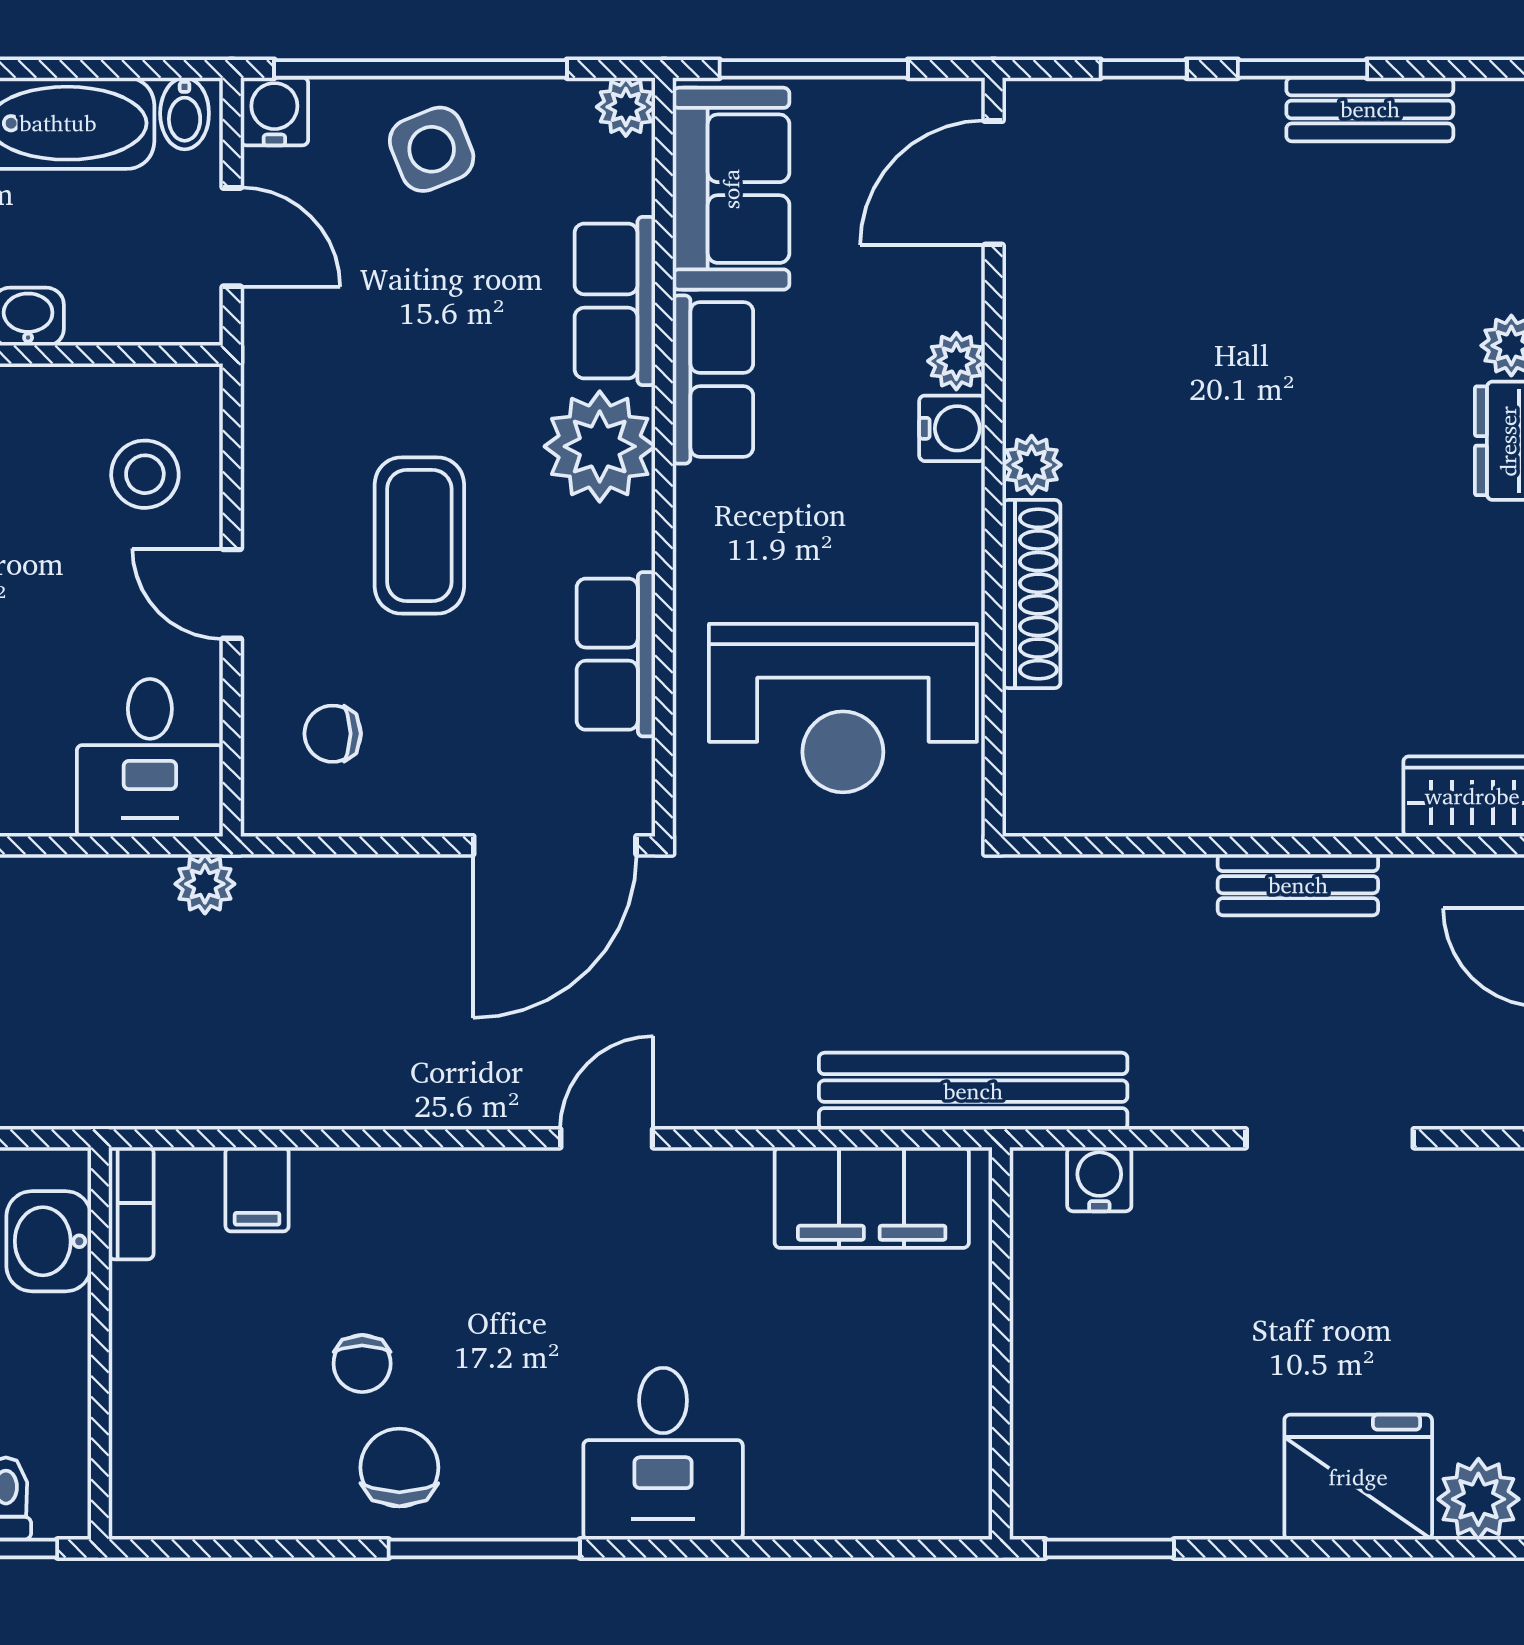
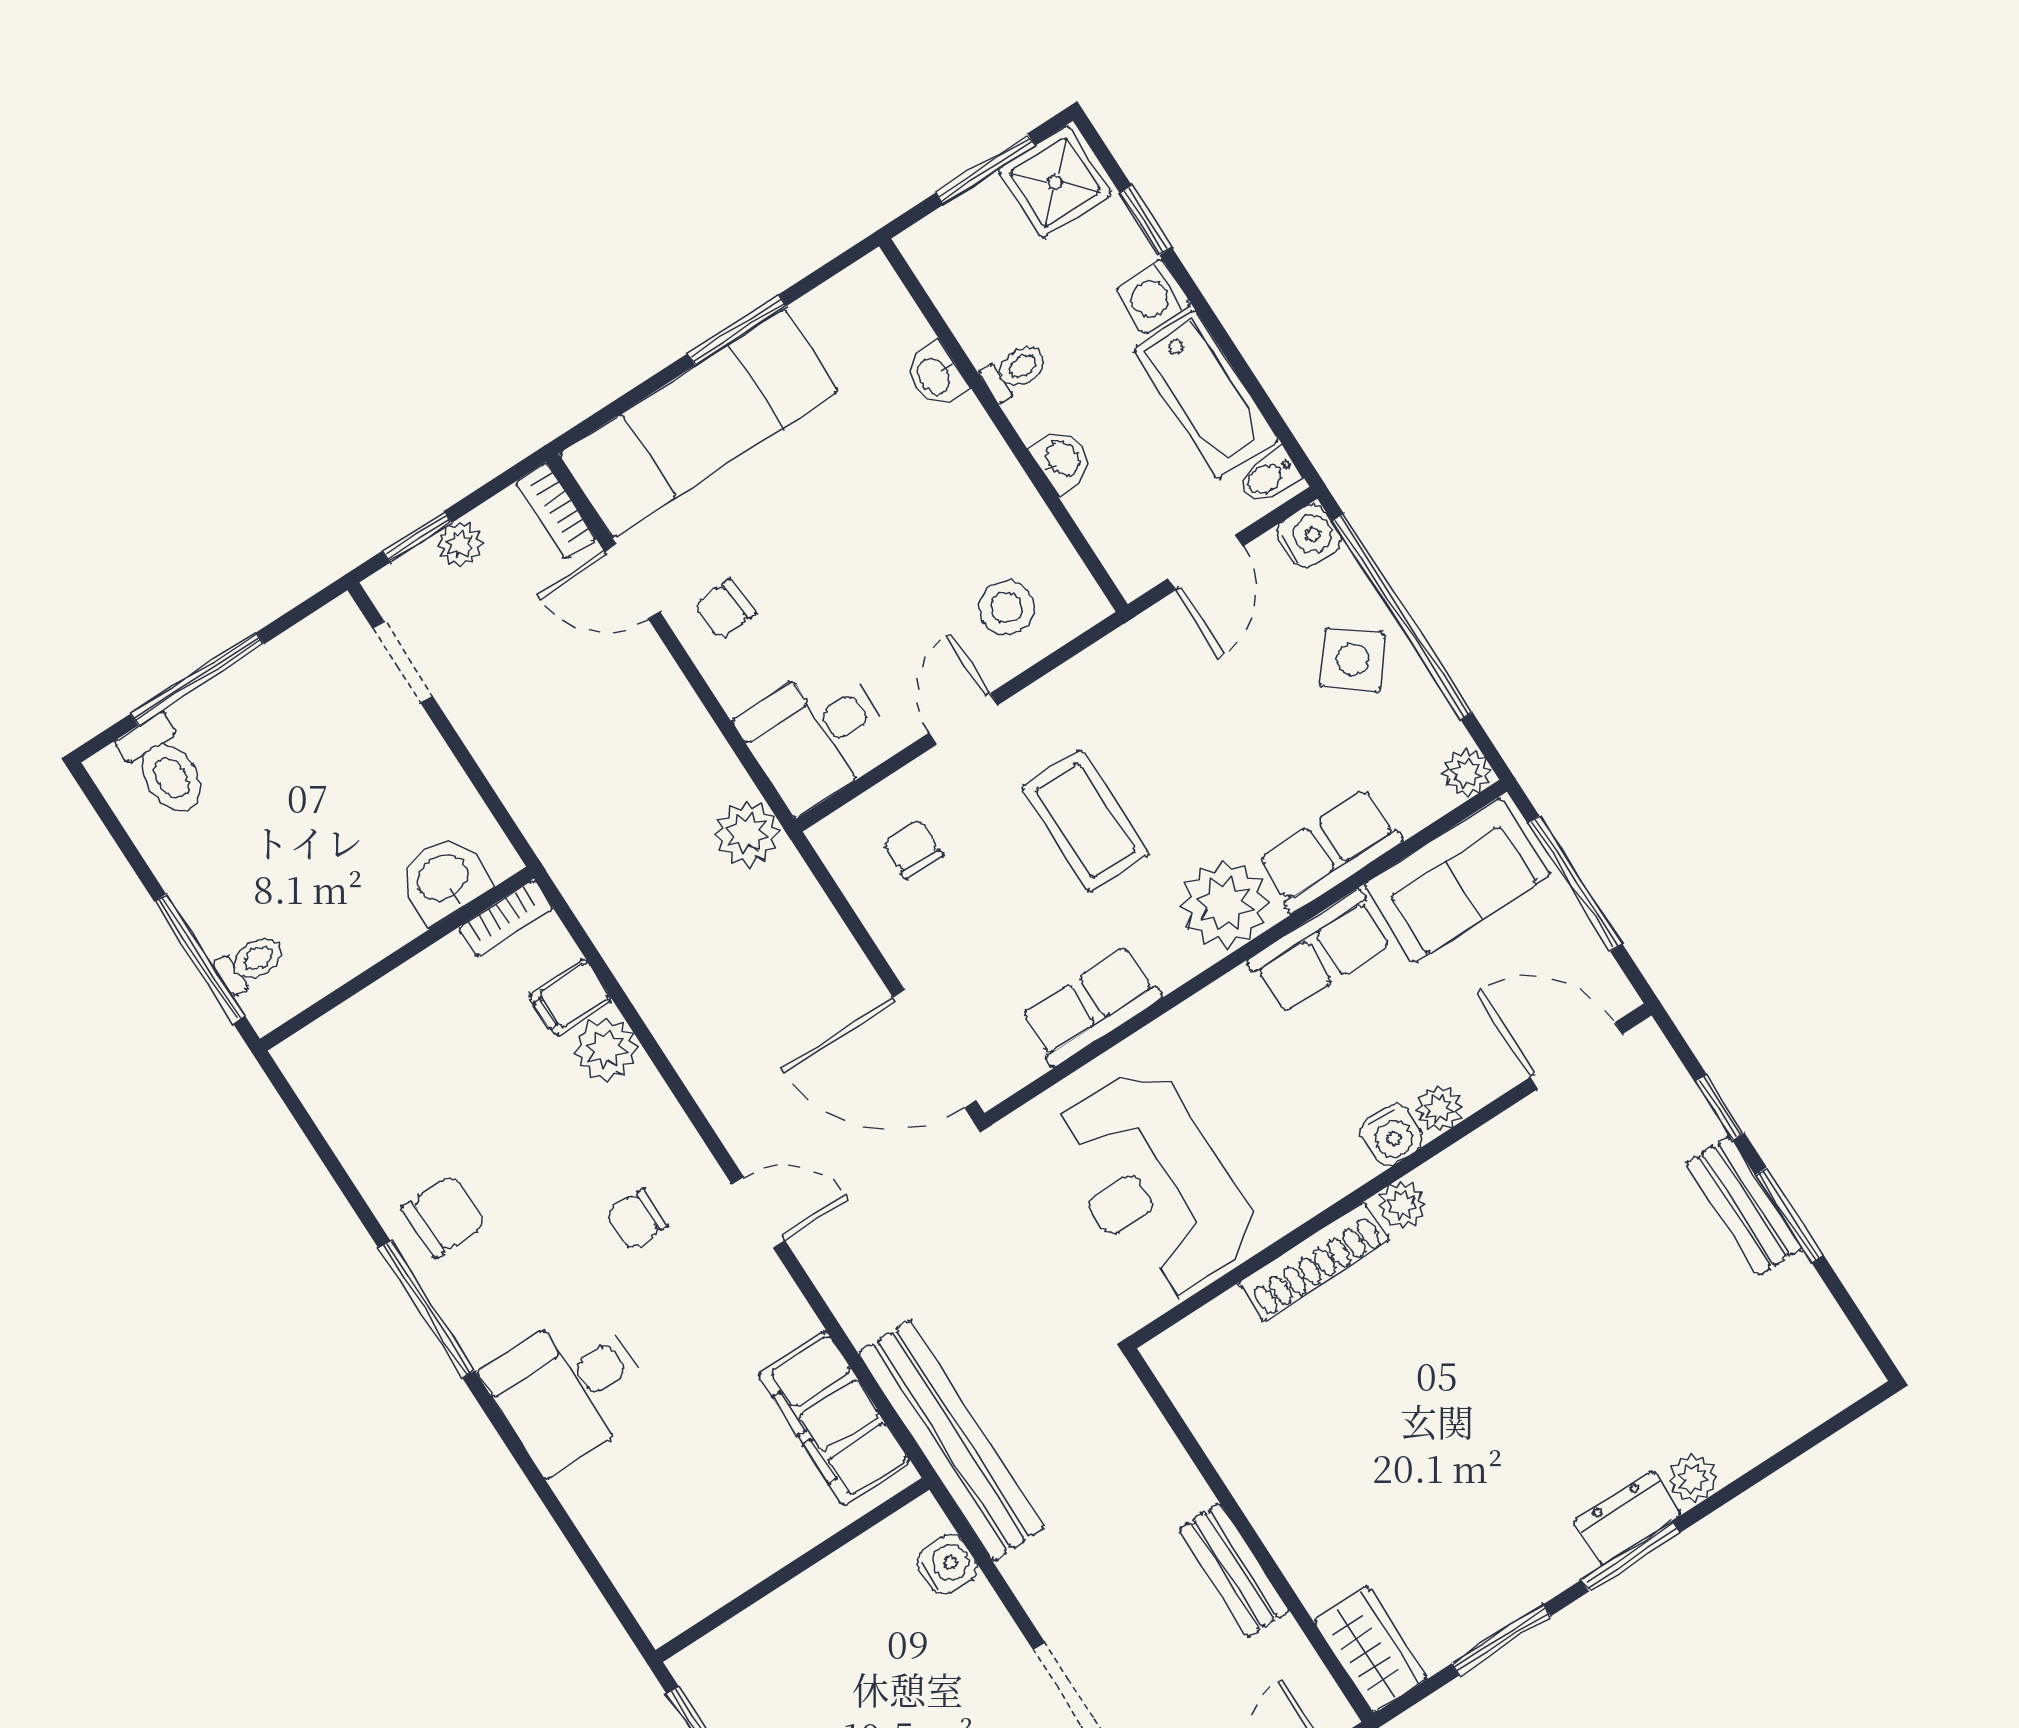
bench: (1370, 109) -> (1744, 1205), moved
side table: (432, 149) -> (1353, 660), turned -30
coffee table: (419, 535) -> (1085, 821), turned 90
plant: (205, 884) -> (747, 833), width x1.38, depth x1.38
plant: (334, 1187) -> (606, 1049), added
chair: (362, 1364) -> (637, 1219), moved

